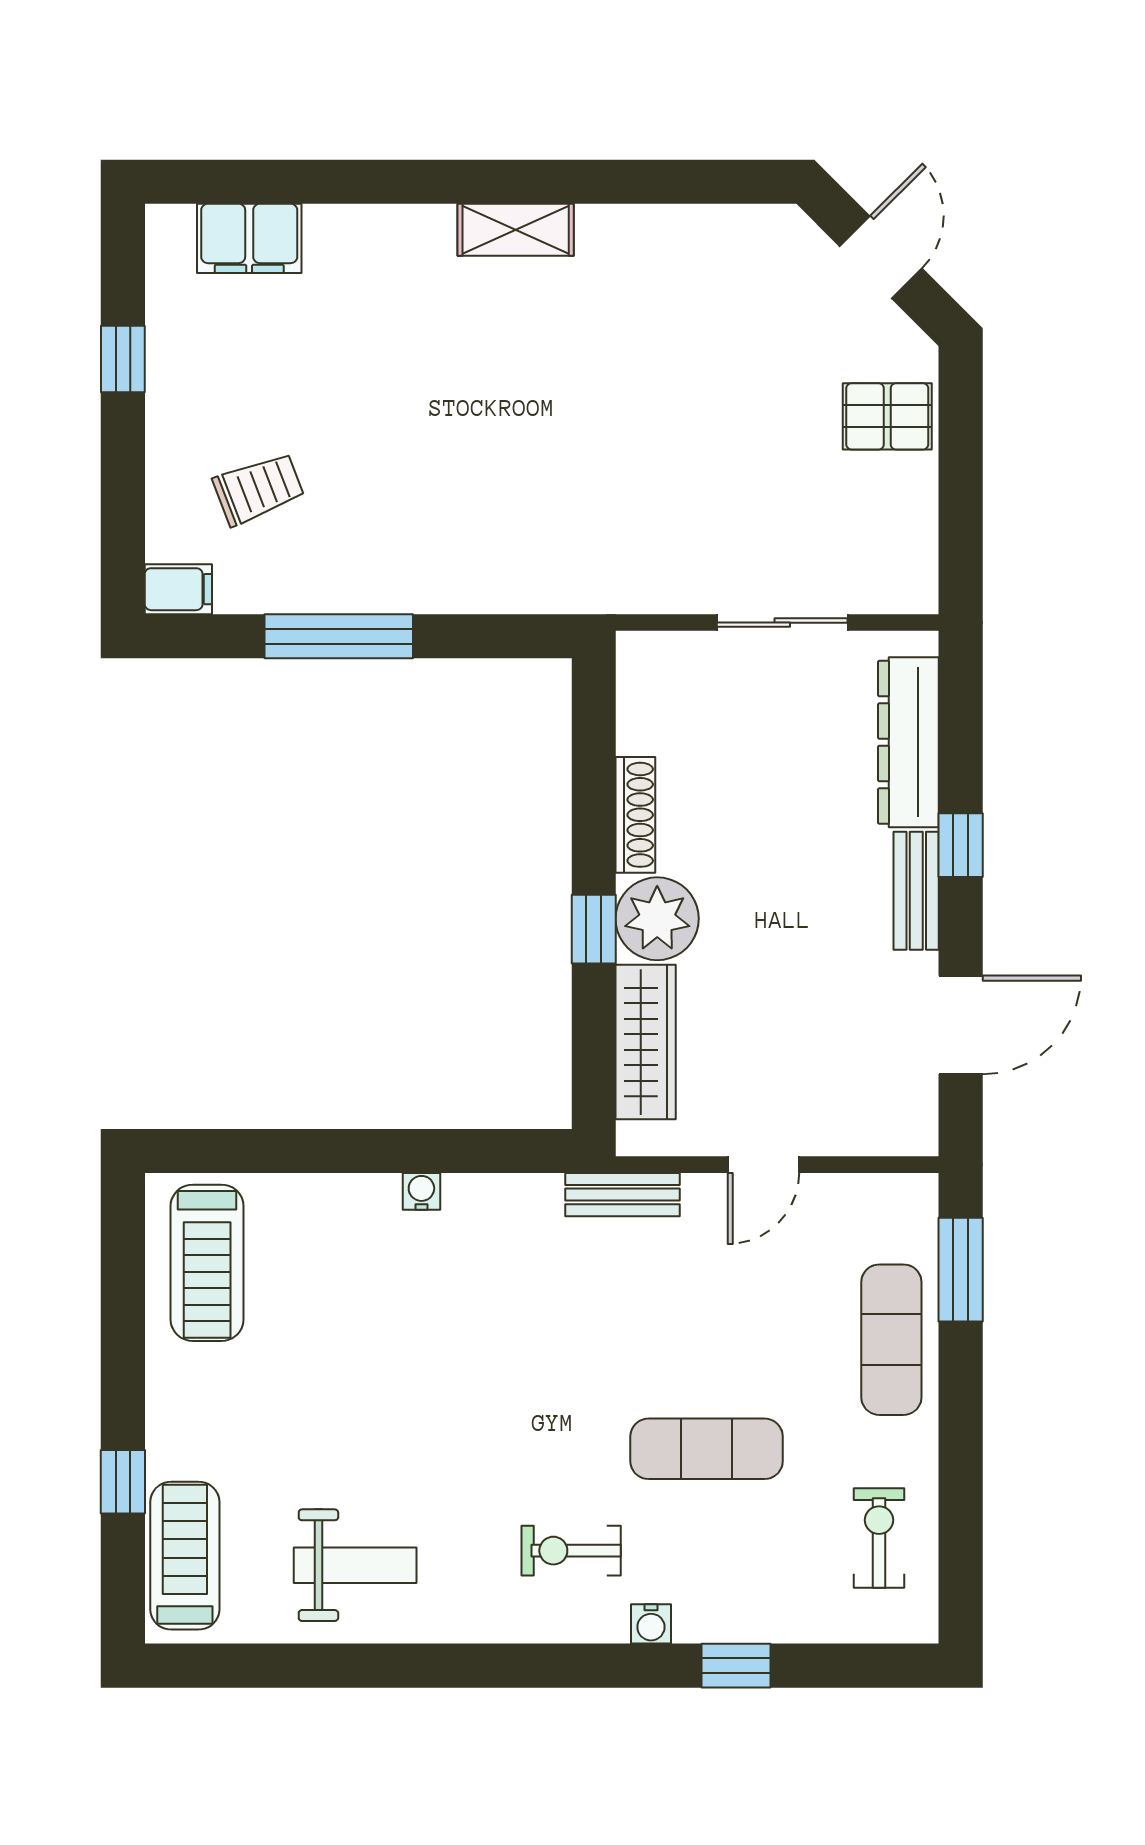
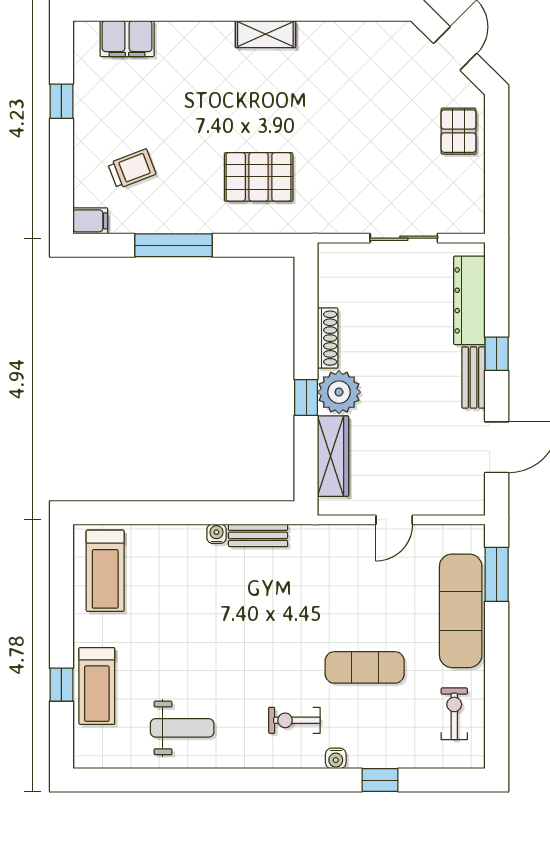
pallet: (887, 416) -> (459, 131), turned 90
pallet: (502, 505) -> (259, 177), added
bench: (622, 1195) -> (258, 535), moved
exercise mat: (891, 1340) -> (461, 611), width x1.36, depth x1.45
treadmill: (185, 1556) -> (97, 686), moved, turned 180

